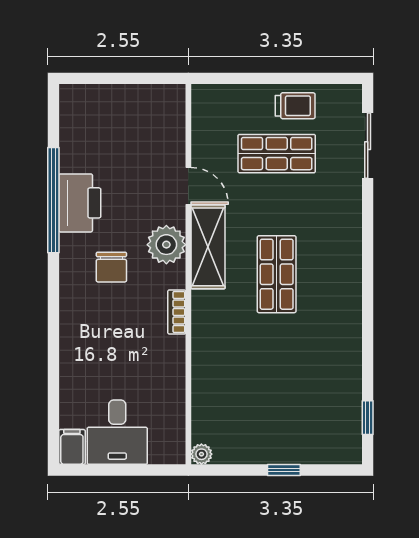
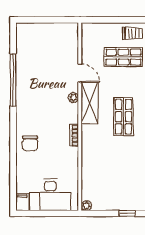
printer: (80, 203) -> (26, 81), removed
plant: (166, 245) -> (73, 98), width x0.53, depth x0.53
chair: (111, 267) -> (30, 143), moved
desk: (117, 432) -> (50, 195), width x1.37

